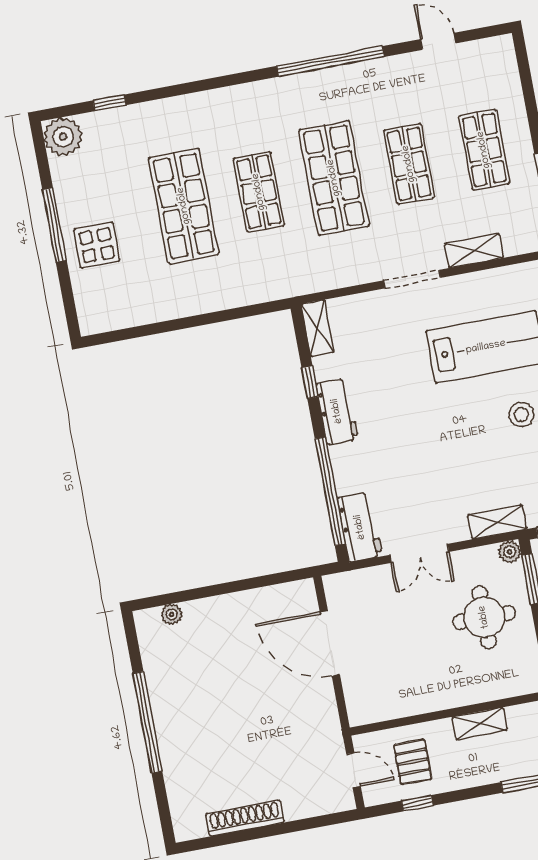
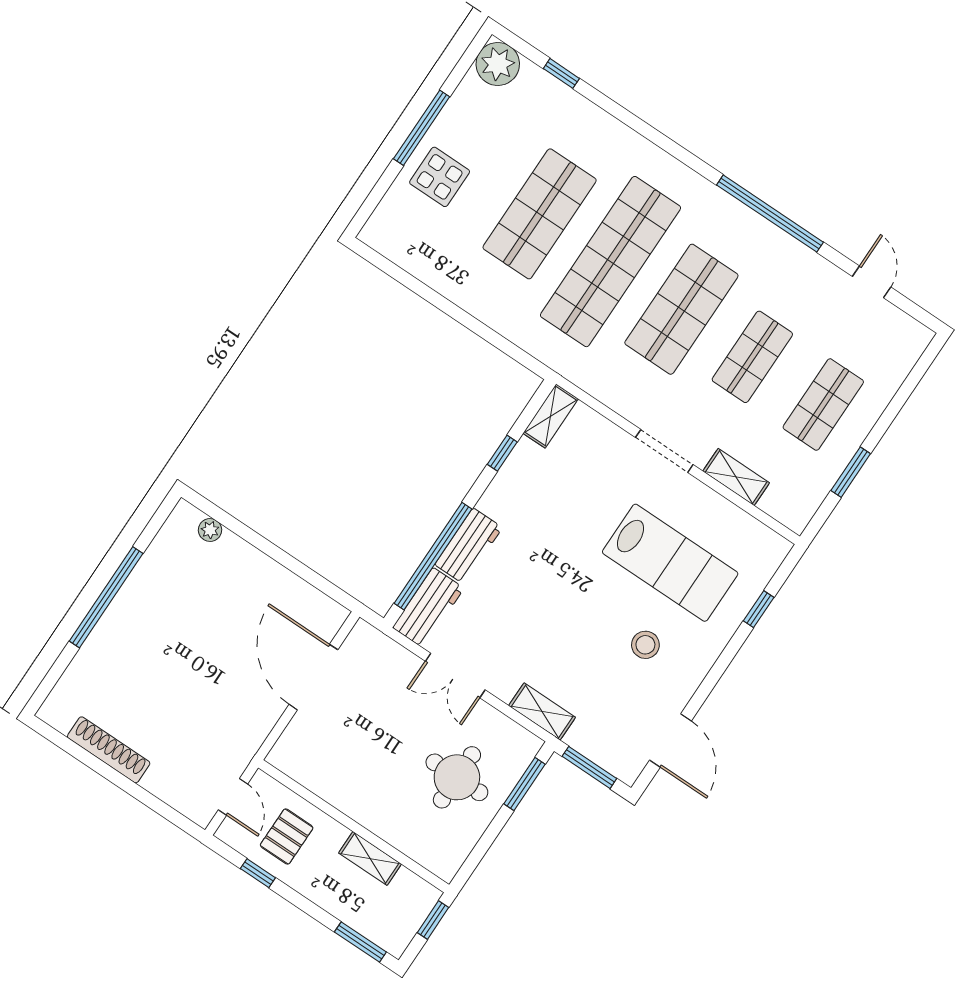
shop shelf: (259, 192) -> (610, 262), width x2.00, depth x1.36
workbench: (337, 411) -> (469, 546), moved
plant: (510, 552) -> (528, 745), removed

